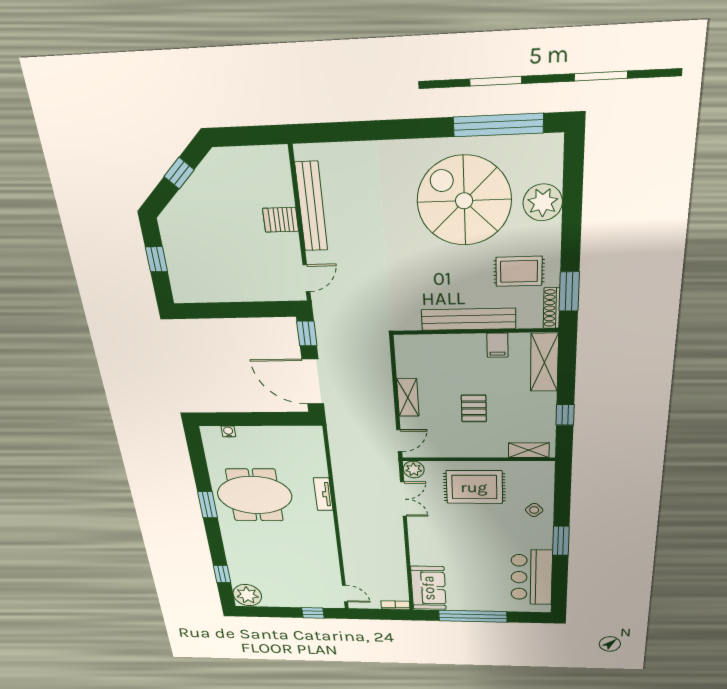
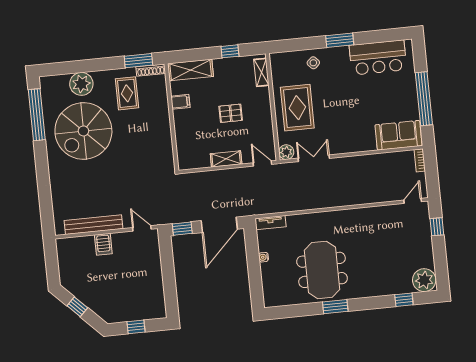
bench: (468, 319) -> (163, 122), removed
water cooler: (228, 431) -> (263, 257), moved
tv unit: (323, 494) -> (270, 223), moved

